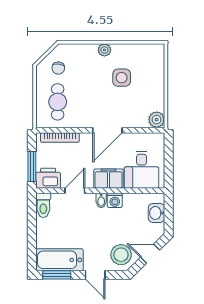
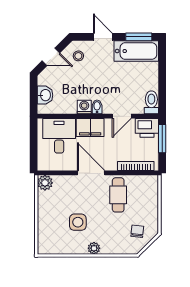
cafe table: (58, 102) -> (118, 195), moved
door: (107, 130) -> (91, 173), hinge flipped
stool: (121, 255) -> (78, 56), width x0.53, depth x0.53

